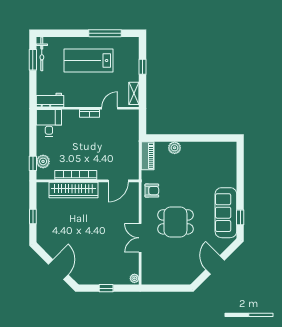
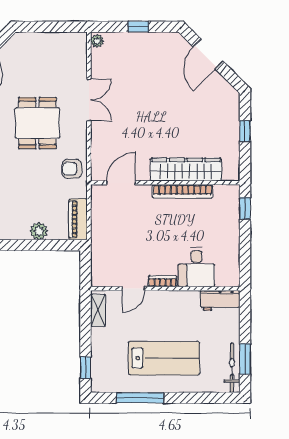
window: (142, 67) -> (85, 368), moved
desk: (49, 123) -> (196, 267), moved
plant: (43, 161) -> (230, 211), removed
dining table: (175, 222) -> (37, 123), turned 90

